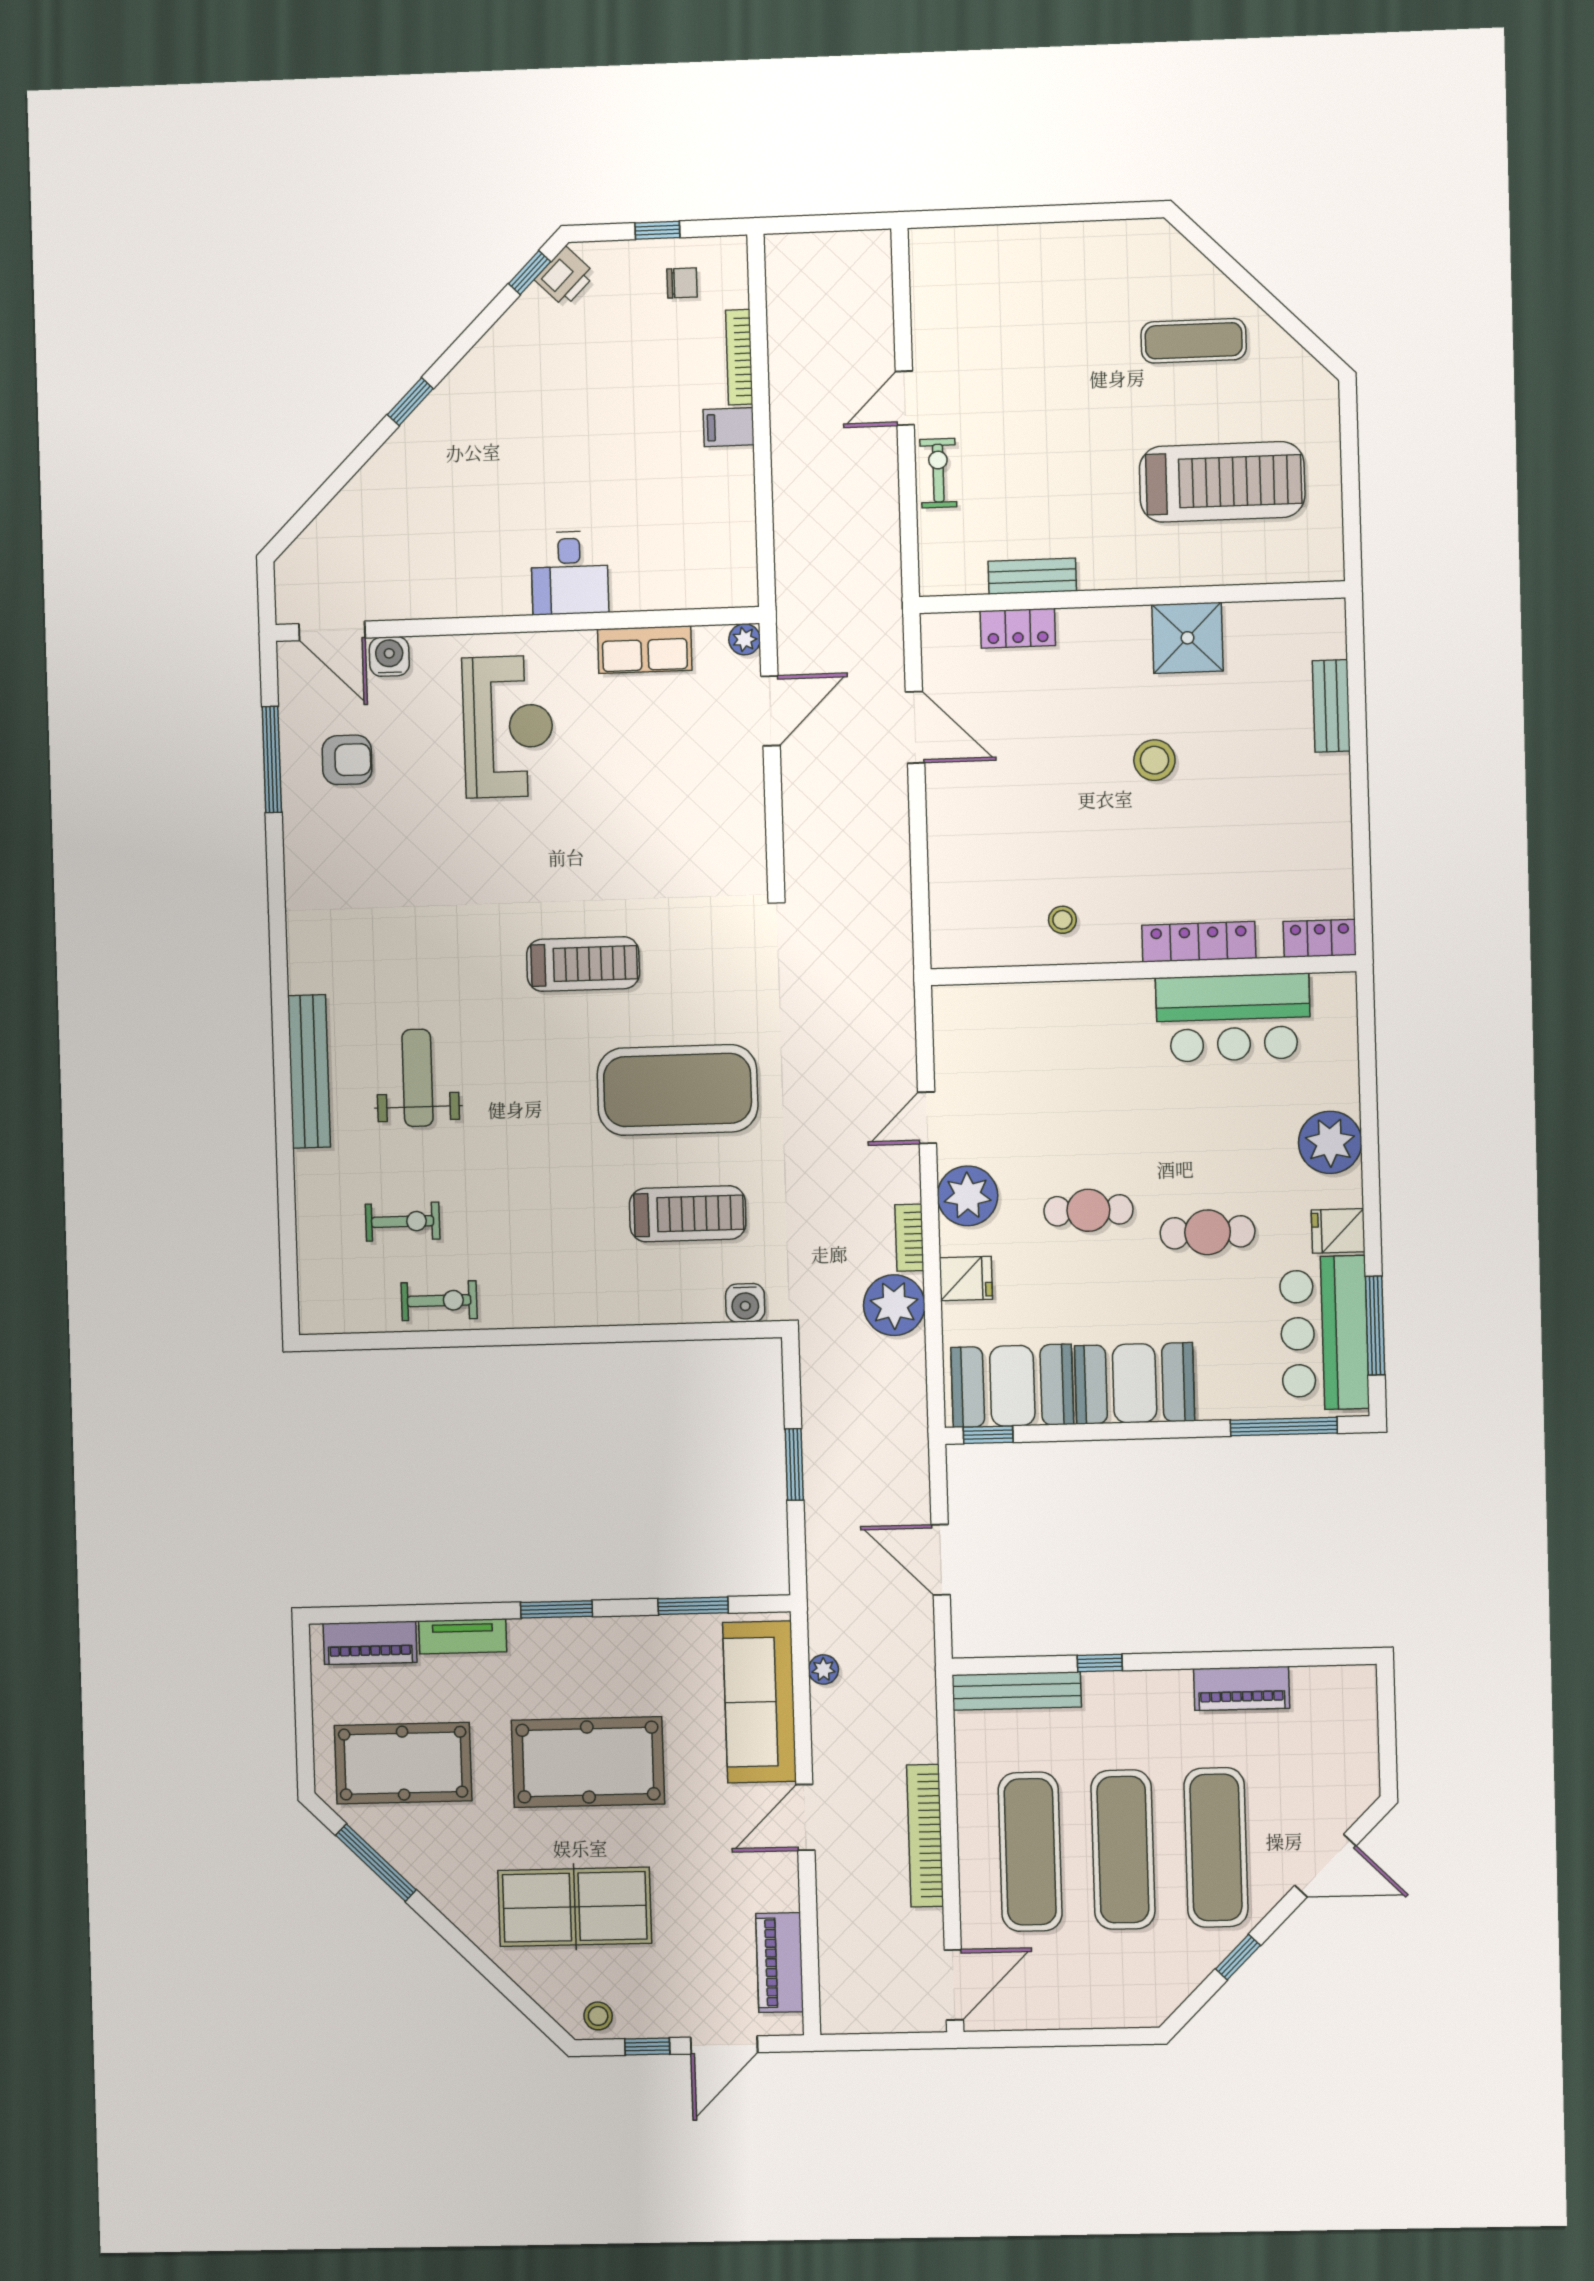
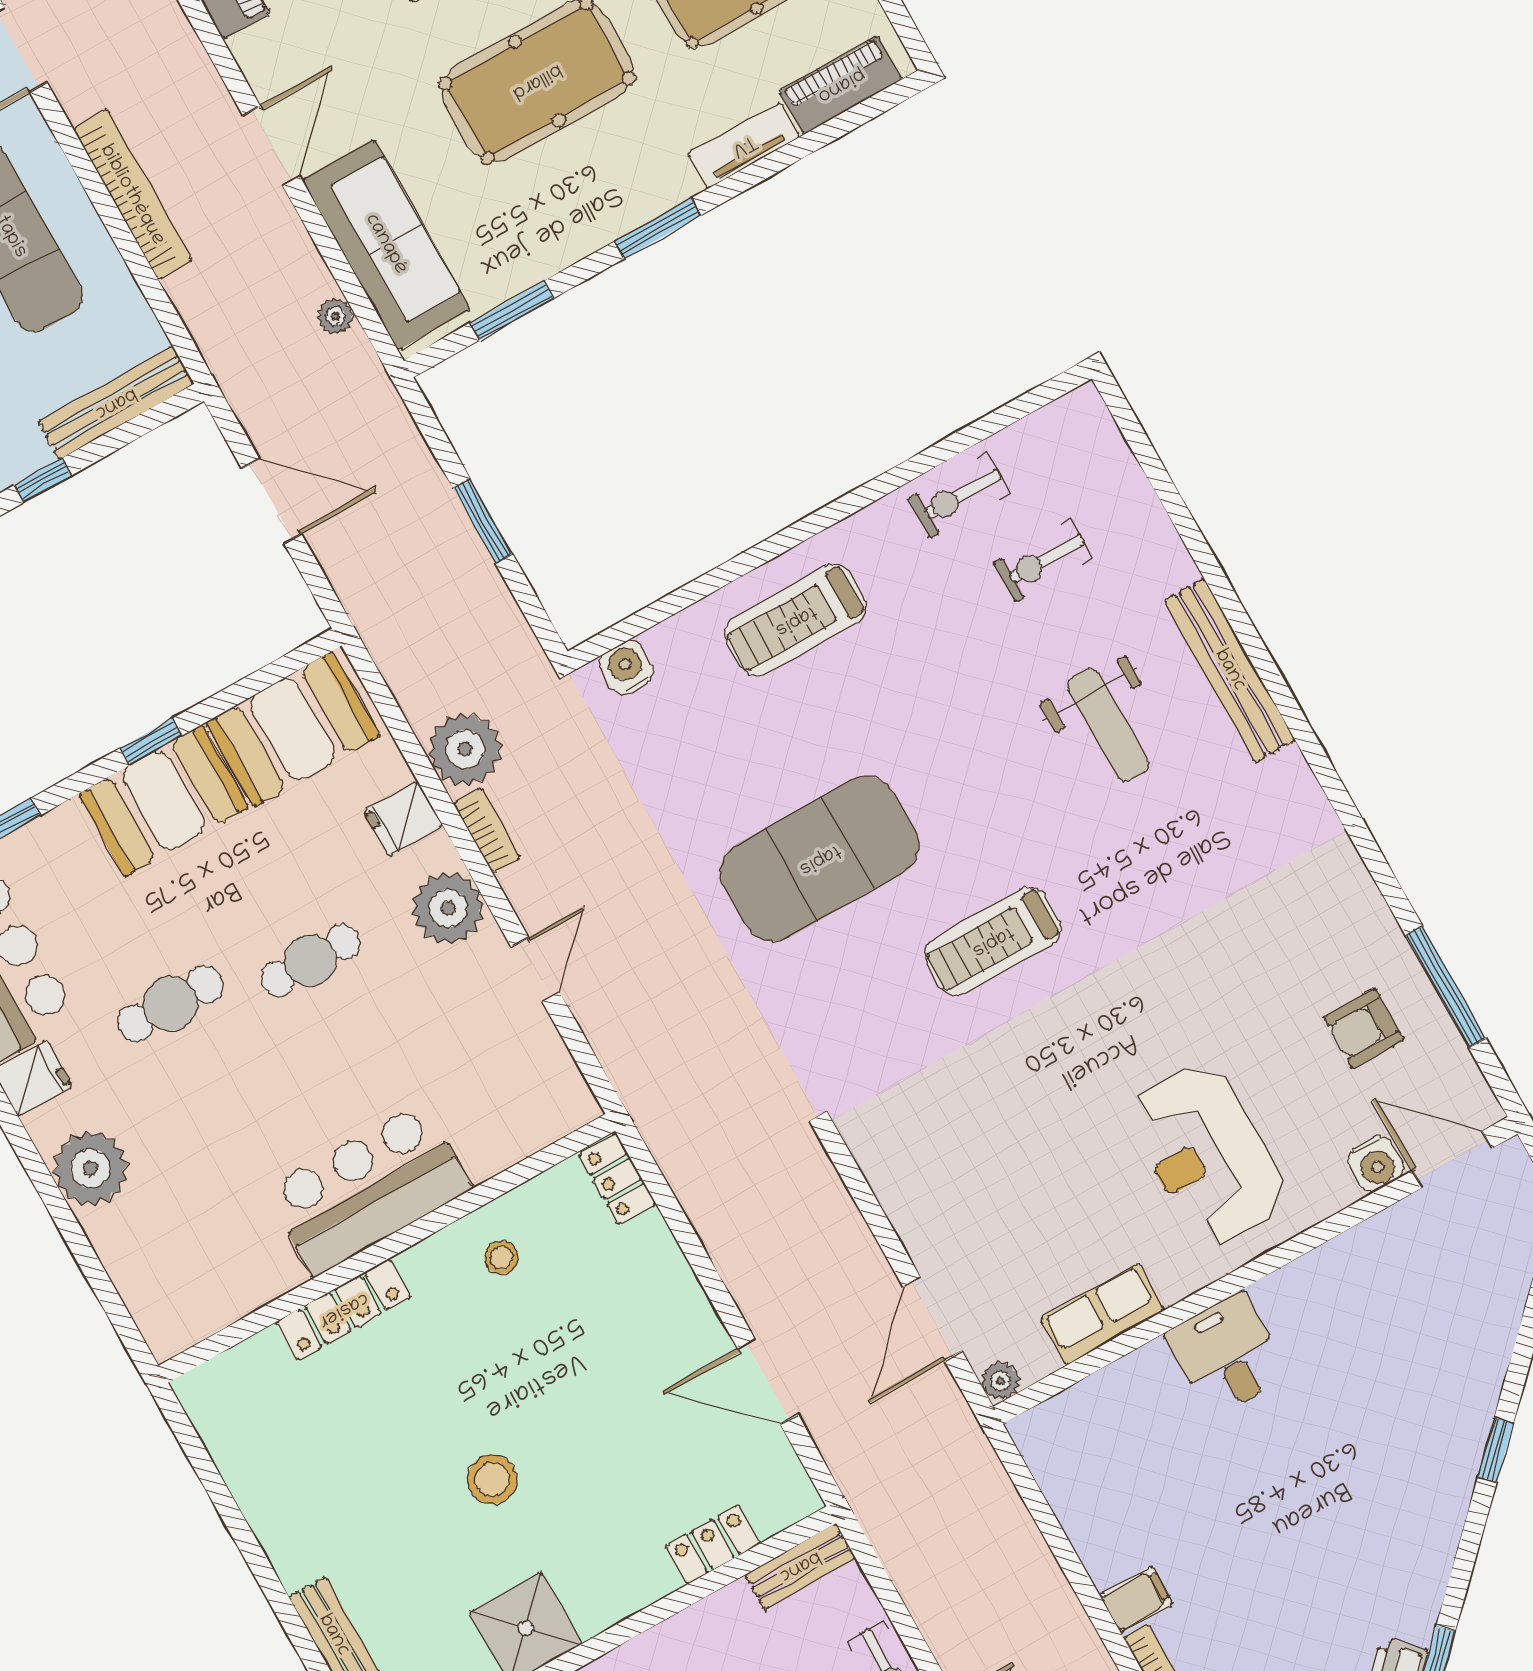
bench: (1032, 576) -> (800, 1566), moved
locker: (1320, 938) -> (617, 1179), moved, turned 90
bar counter: (1233, 1018) -> (368, 1189), moved
treadmill: (688, 1214) -> (796, 620), moved
window: (988, 1435) -> (151, 742), moved

